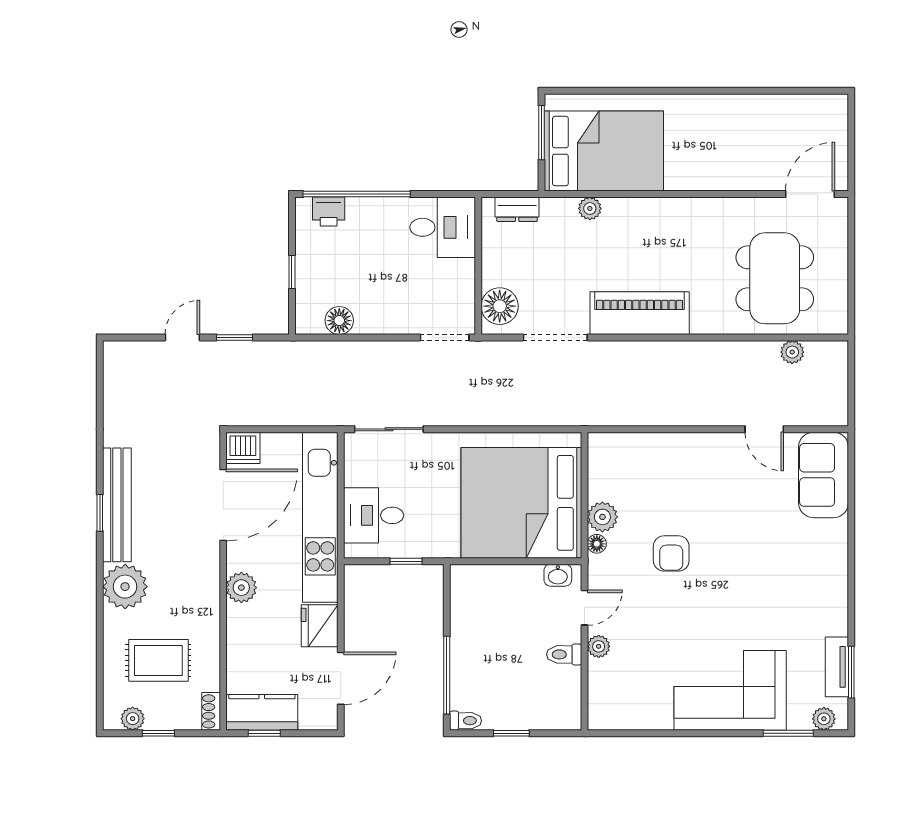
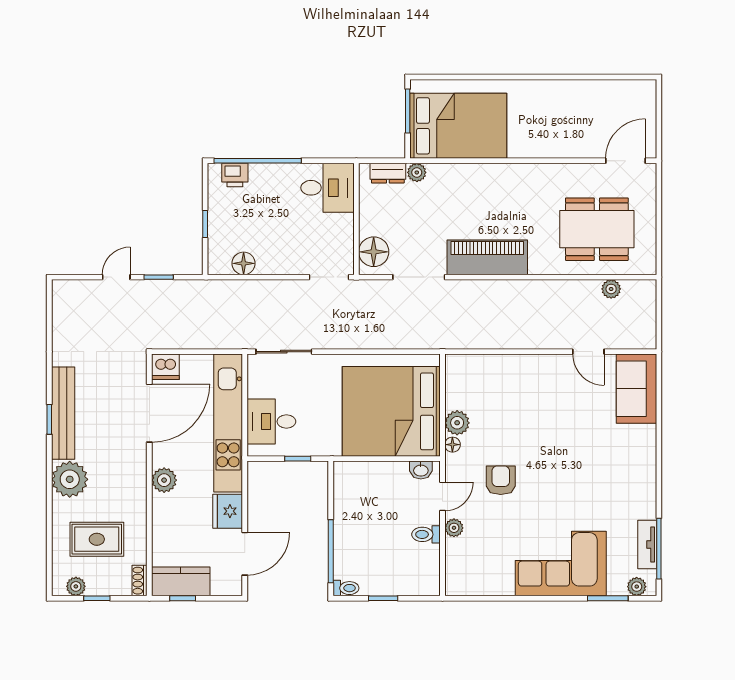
plant: (590, 208) -> (417, 172), moved
dining table: (775, 278) -> (597, 229), turned 90
armchair: (671, 553) -> (501, 480), moved, turned 180
window: (851, 672) -> (659, 549), width x1.44

